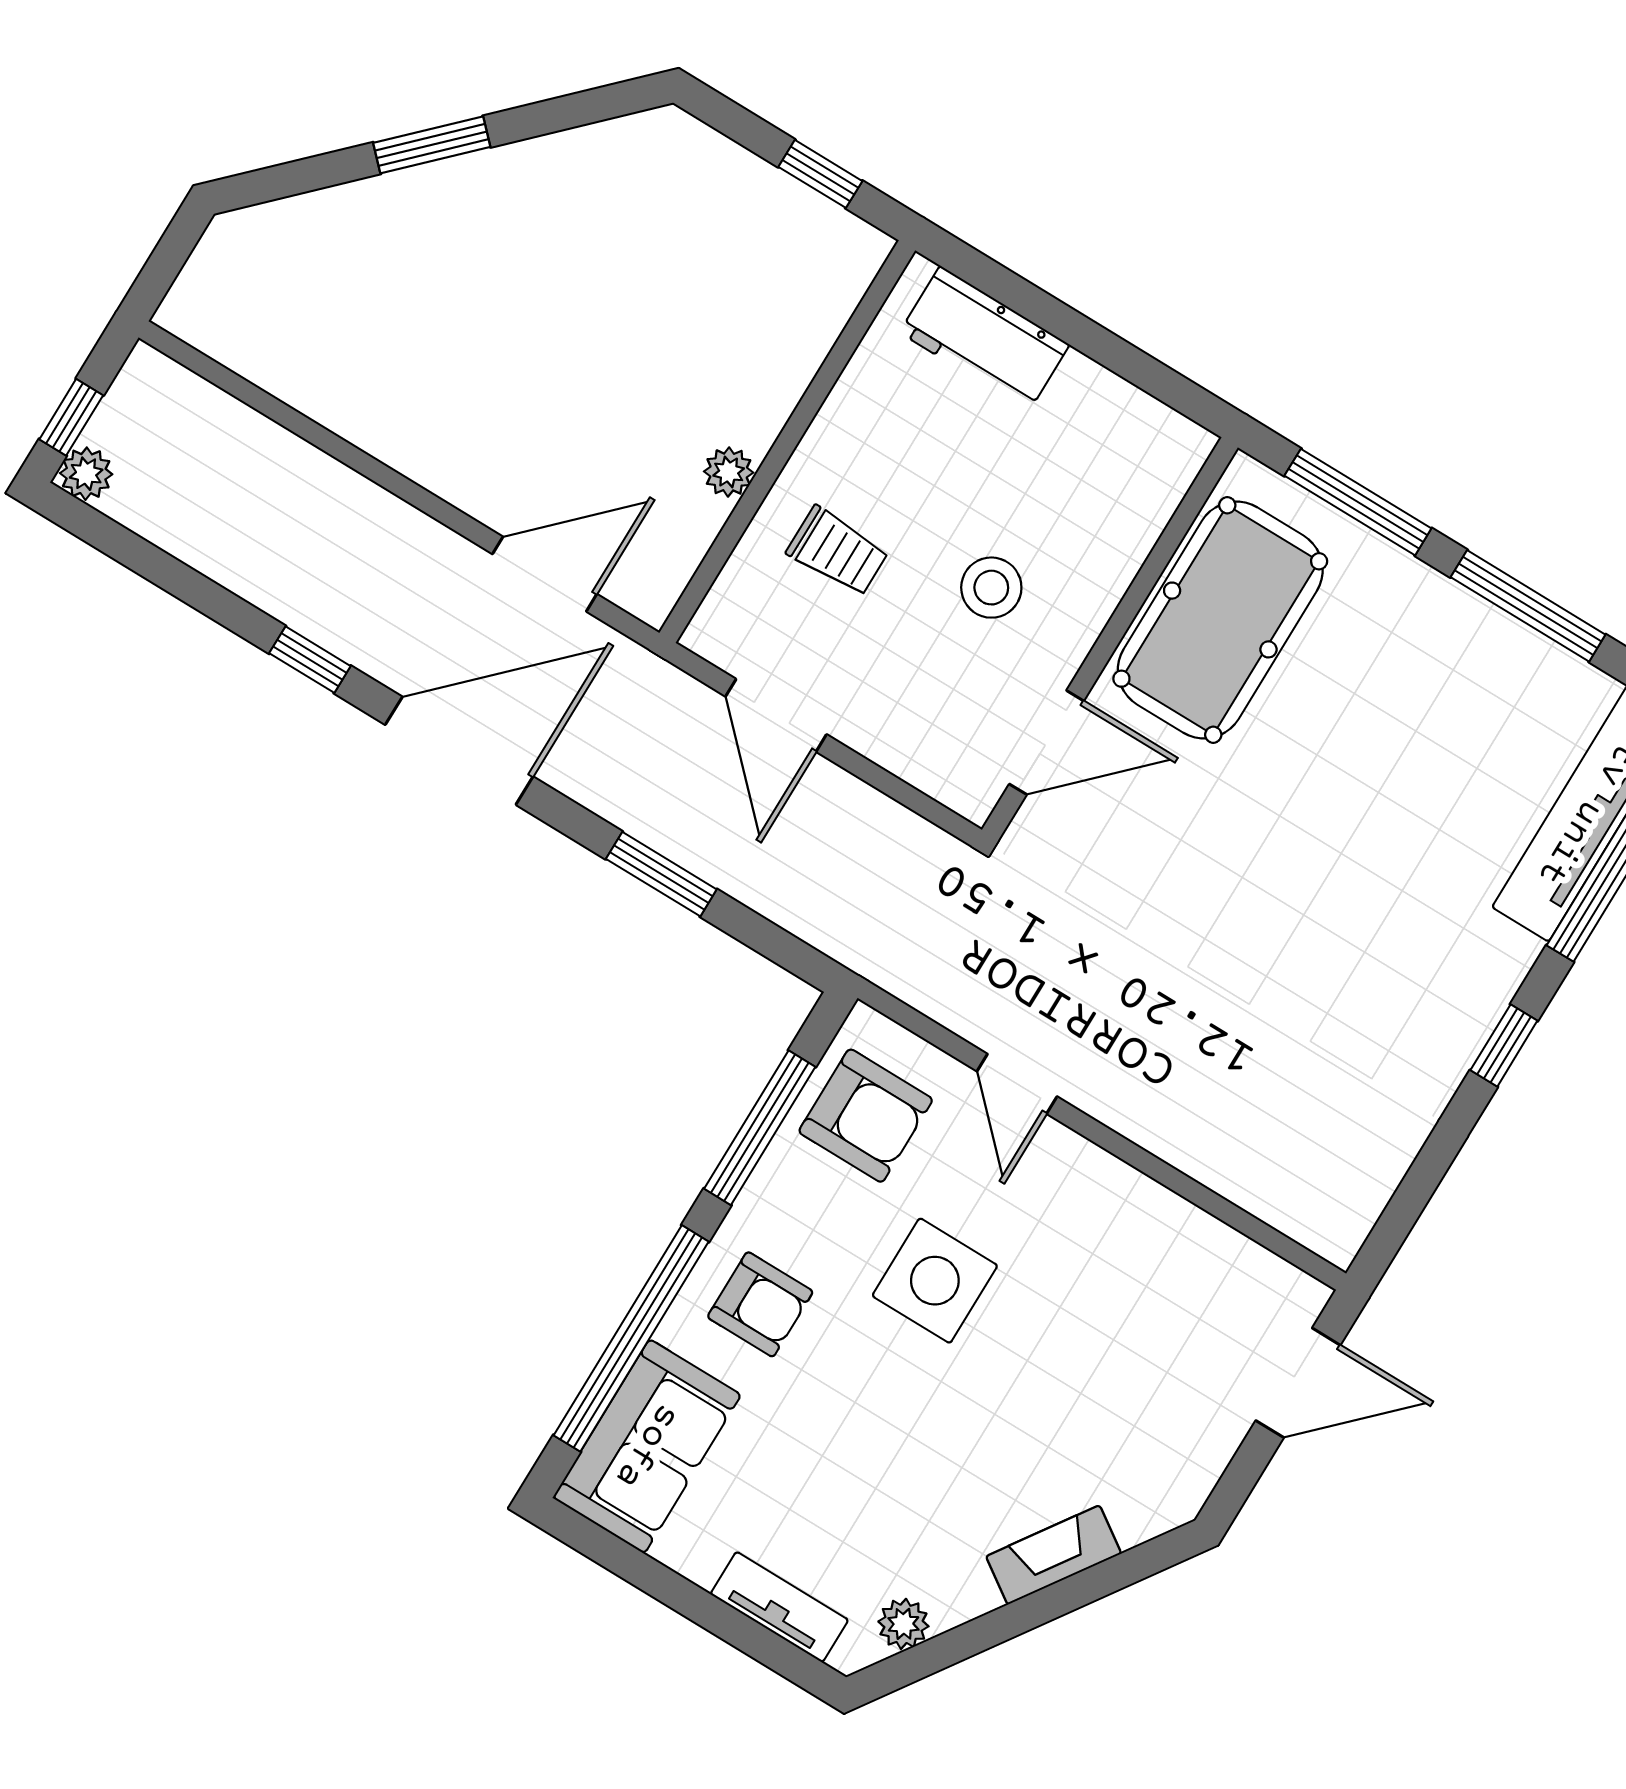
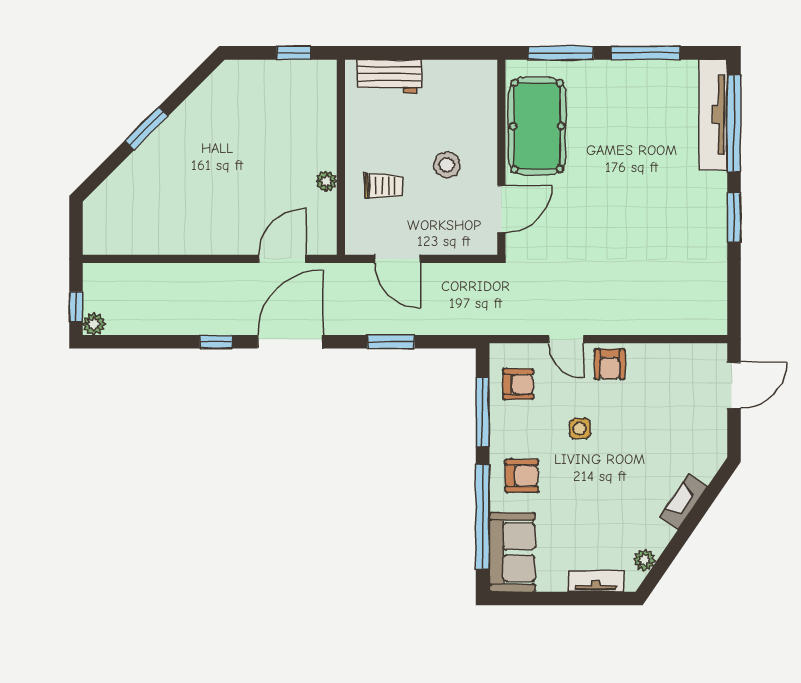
window: (1504, 1045) -> (734, 218), width x1.50
armchair: (866, 1116) -> (518, 384), width x0.72, depth x0.72
armchair: (1074, 1188) -> (610, 364), added
side table: (935, 1281) -> (580, 429), width x0.54, depth x0.54

